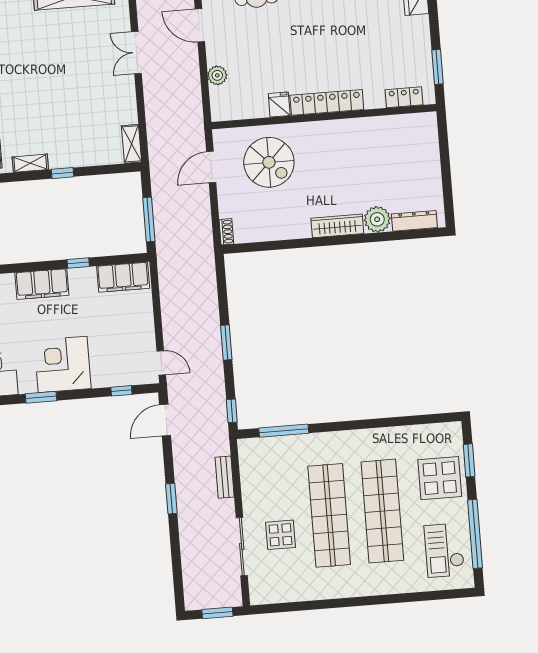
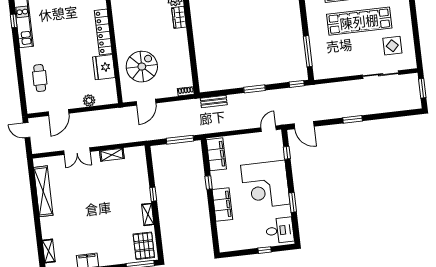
fridge: (279, 105) -> (104, 67), width x1.88, depth x1.34
shelving: (132, 144) -> (112, 155), moved
door: (211, 167) -> (146, 102), hinge flipped
wardrobe: (337, 226) -> (179, 17), width x0.67
corner desk: (63, 364) -> (265, 185), width x1.36, depth x1.36
bench: (225, 477) -> (214, 101), moved
display table: (280, 535) -> (392, 46), moved

